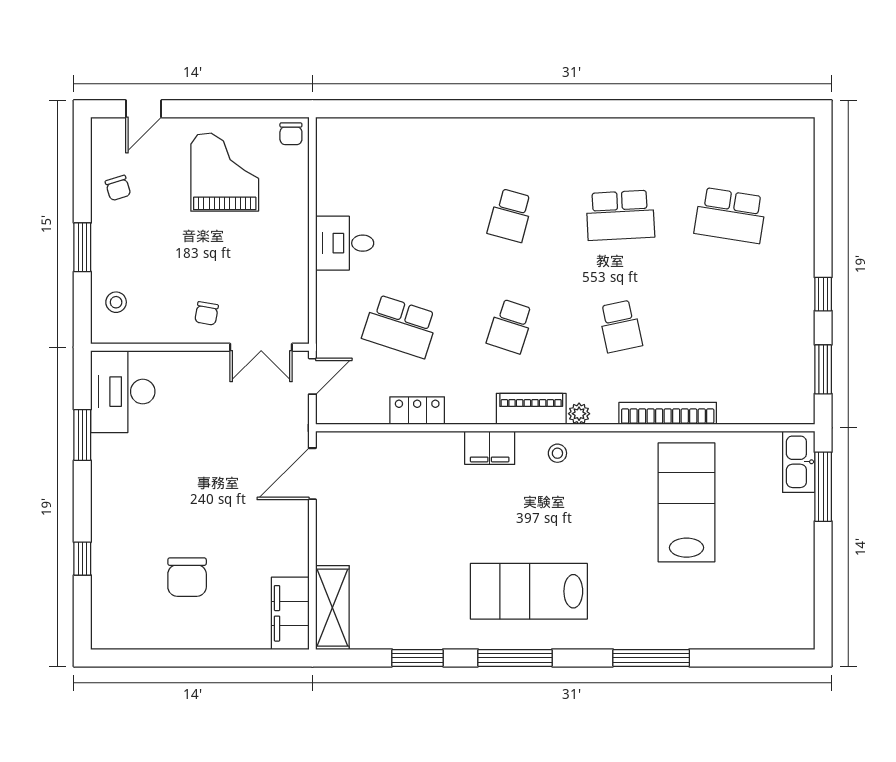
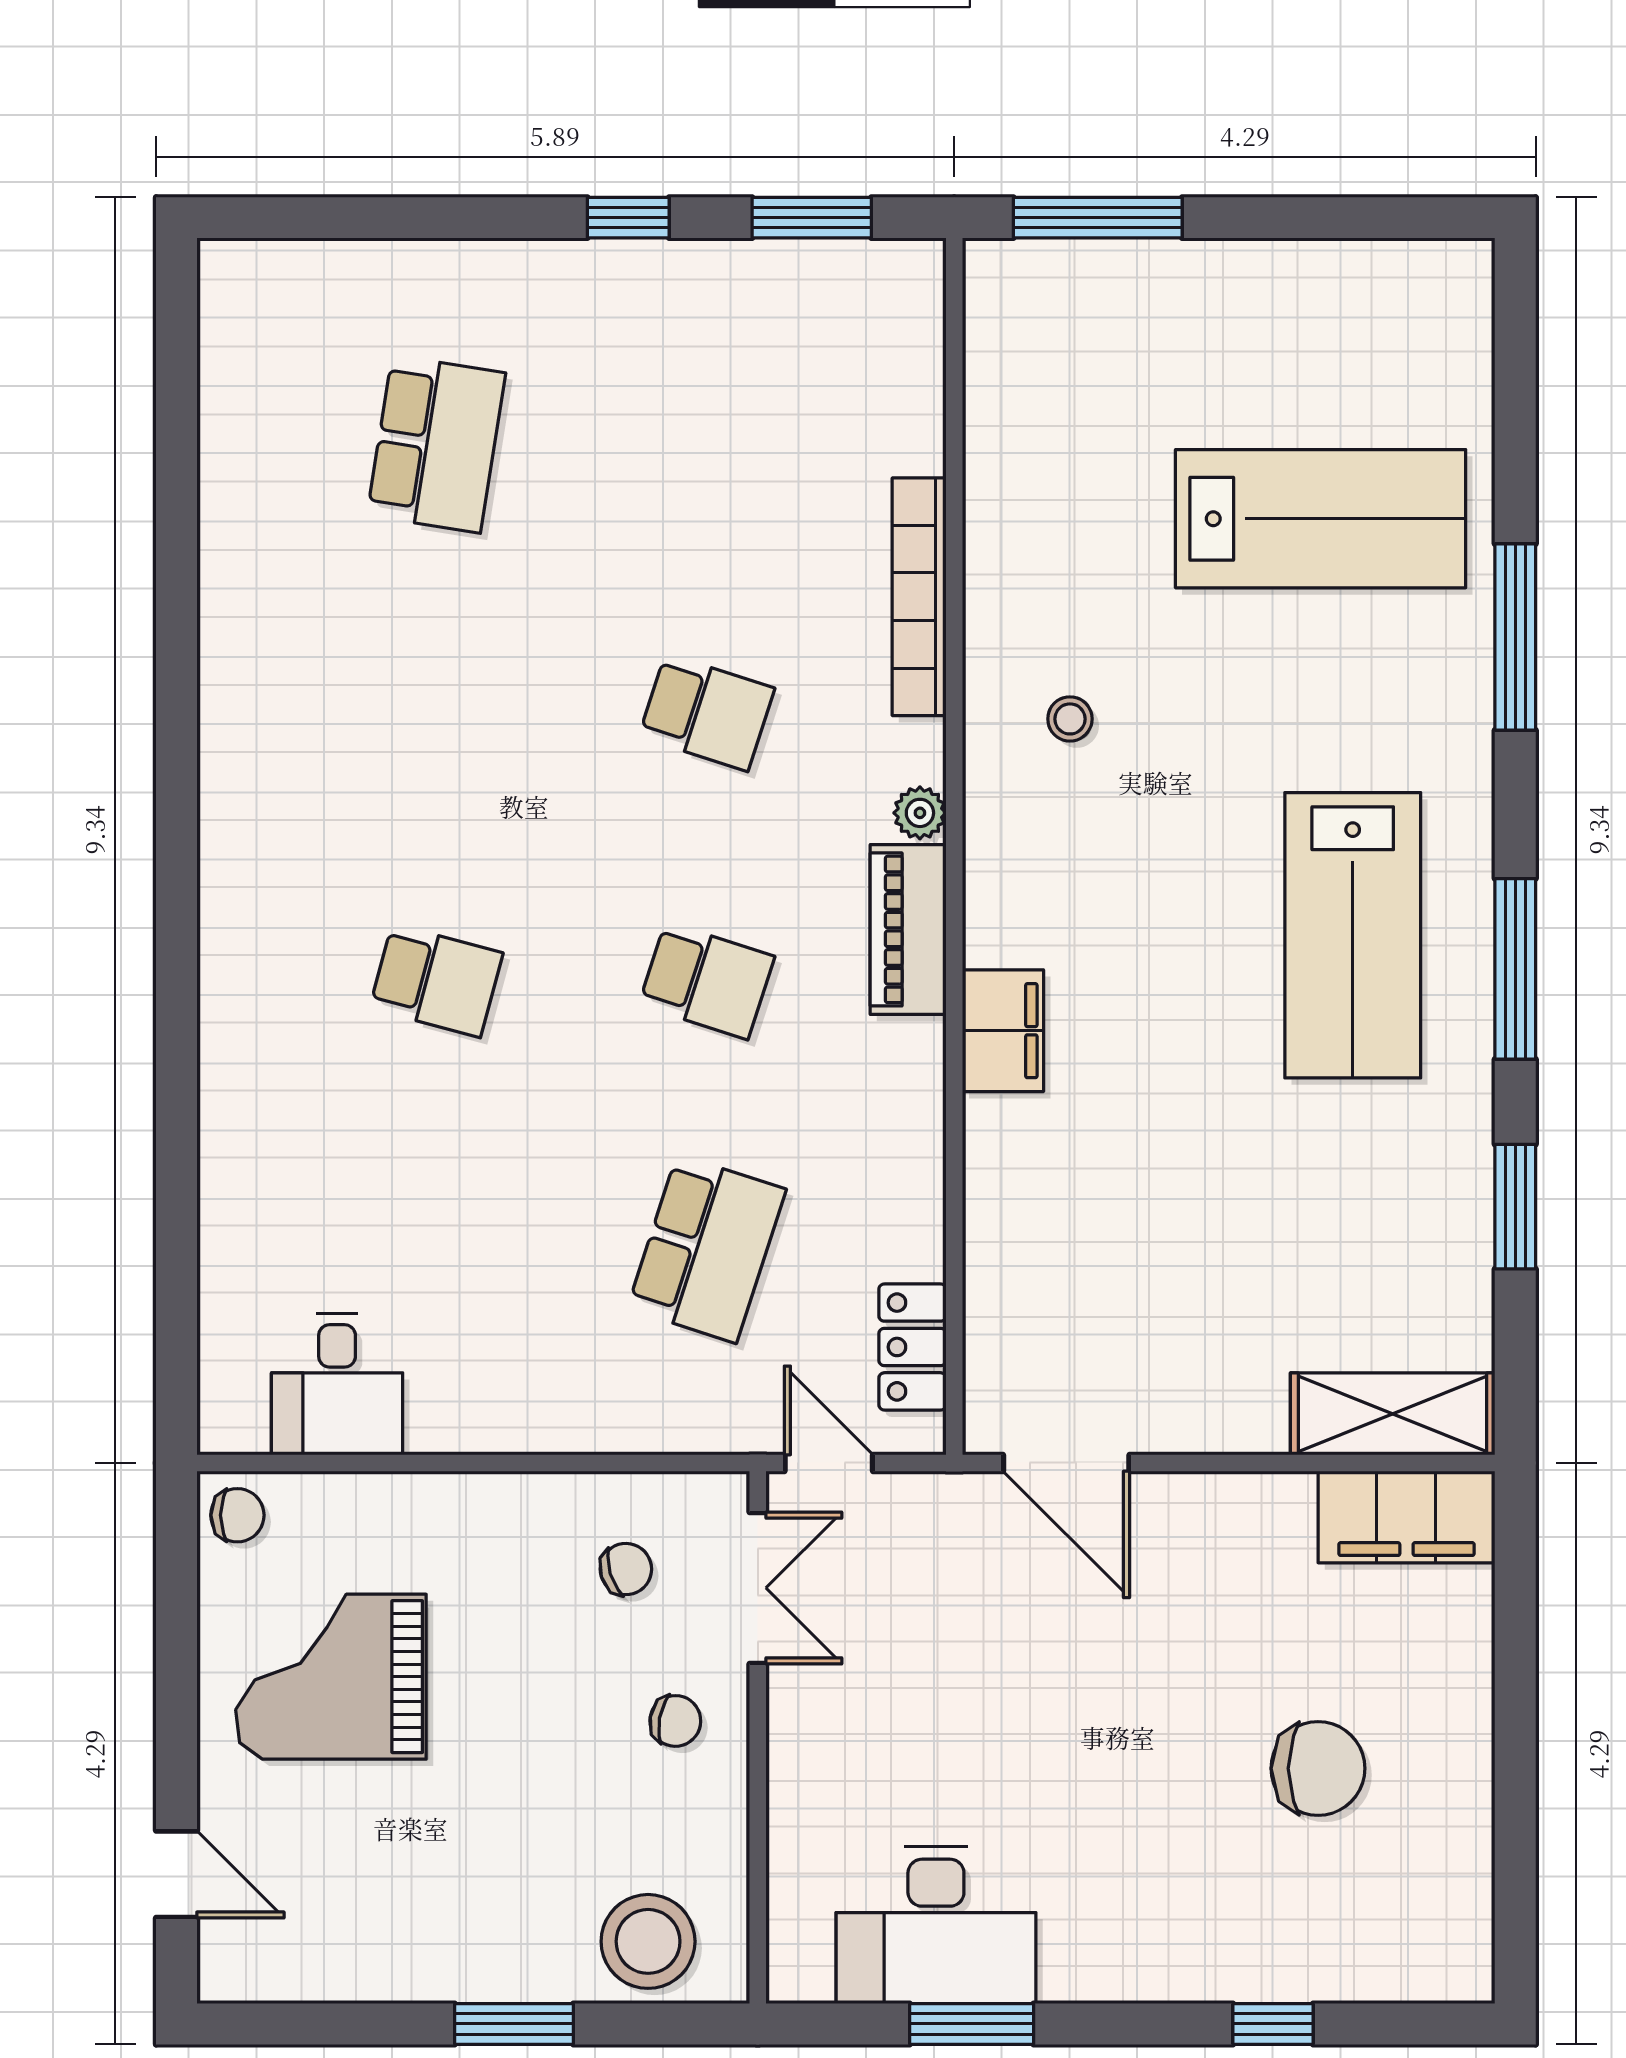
chair: (118, 188) -> (626, 1569), moved
school desk: (620, 215) -> (436, 712), removed
desk: (345, 243) -> (337, 1384), moved
stool: (116, 302) -> (648, 1941), width x1.89, depth x1.89
school desk: (620, 326) -> (707, 712), turned 30
desk: (123, 392) -> (936, 1925), moved
locker: (417, 411) -> (912, 1347), moved
stool: (557, 453) -> (1070, 719), moved
kitchen sink: (799, 462) -> (1037, 277), removed
lab bench: (686, 502) -> (1321, 519), moved, turned 180

